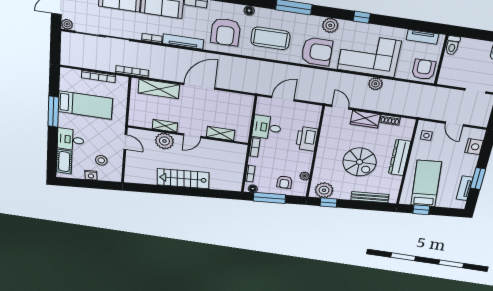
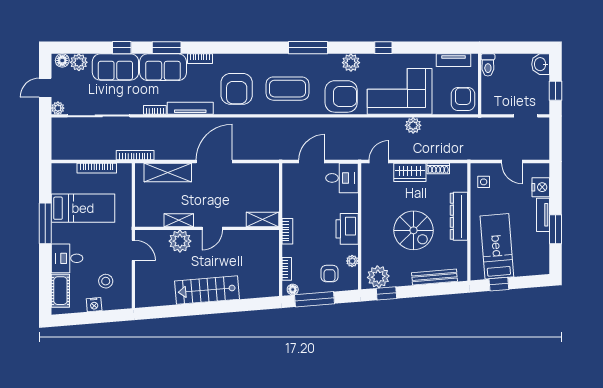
floor lamp: (249, 11) -> (260, 59), removed
door: (340, 107) -> (379, 162), hinge flipped
desk: (267, 127) -> (342, 178), moved, turned 180
shelving: (221, 133) -> (263, 220), moved
printer: (307, 139) -> (347, 229), moved
tv unit: (465, 188) -> (543, 215), moved

